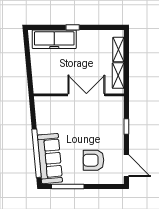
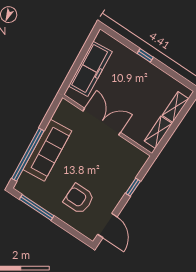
freezer: (54, 39) -> (90, 69), moved, turned -95
double door: (86, 95) -> (102, 122), moved
sofa: (50, 159) -> (47, 150), moved

